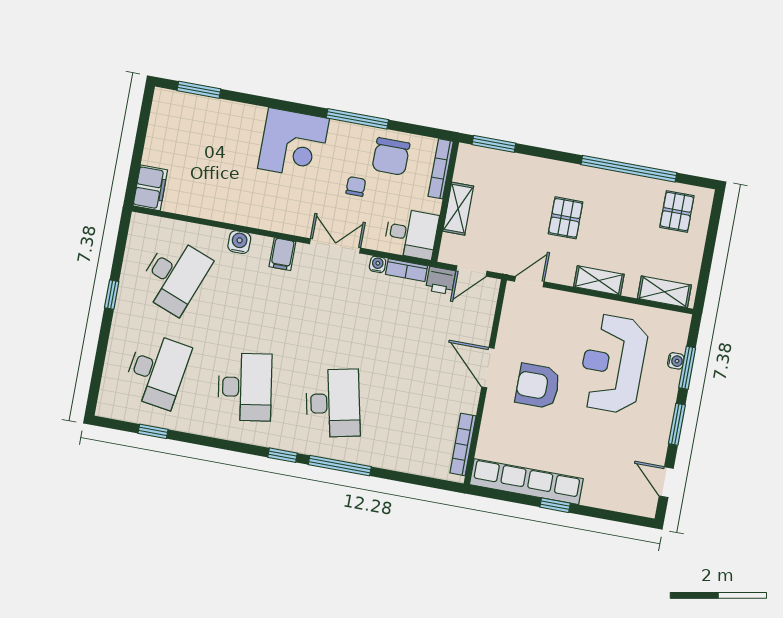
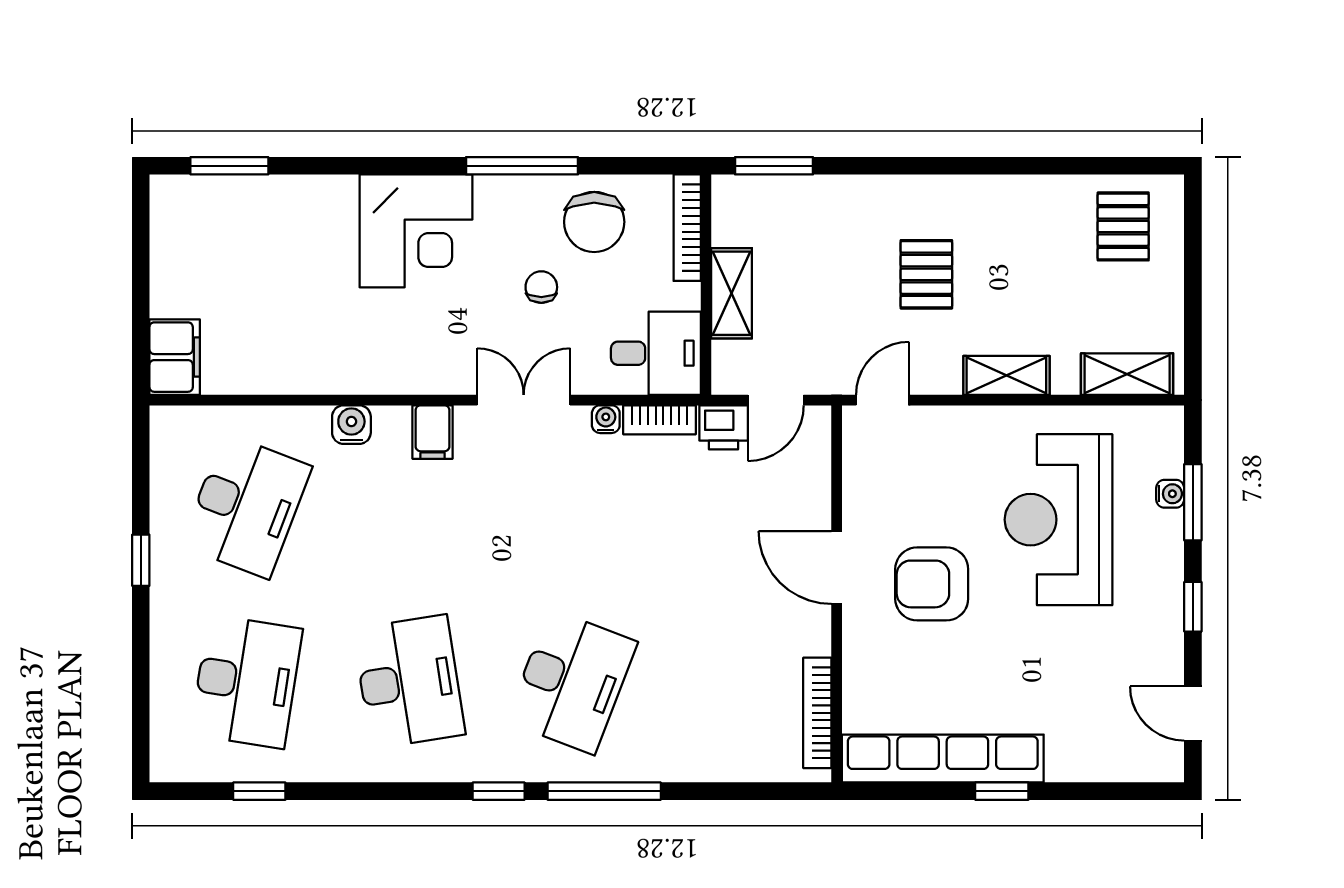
window: (629, 169) -> (1023, 166), removed
desk: (333, 403) -> (572, 682), turned 33
window: (677, 424) -> (1193, 607), width x0.67

